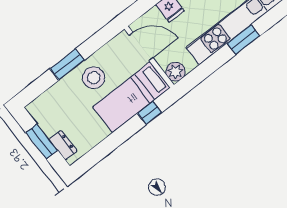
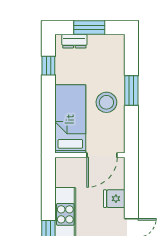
plant: (175, 72) -> (64, 166), removed
window: (150, 113) -> (48, 66), moved

